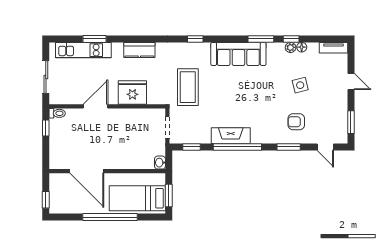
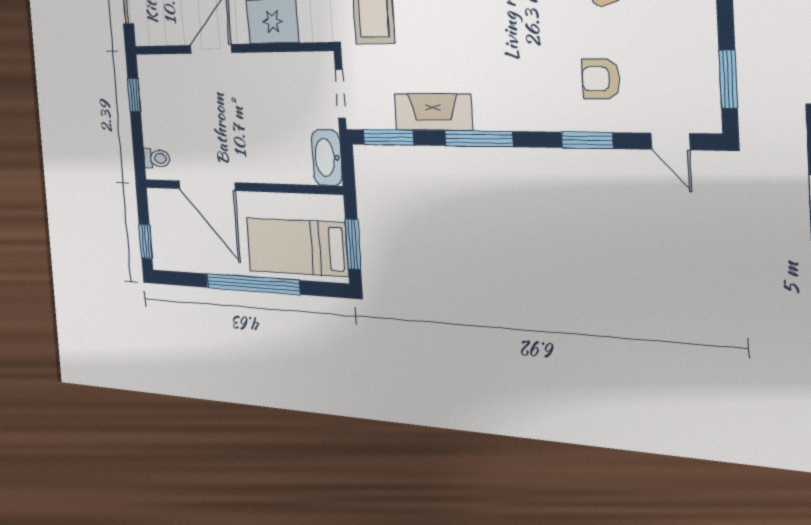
toilet: (57, 113) -> (157, 158), moved
fireplace: (231, 136) -> (433, 112), moved
window: (192, 147) -> (388, 137), width x1.50
window: (237, 147) -> (479, 139), width x0.68
washbasin: (160, 163) -> (327, 158), width x1.91, depth x1.45

